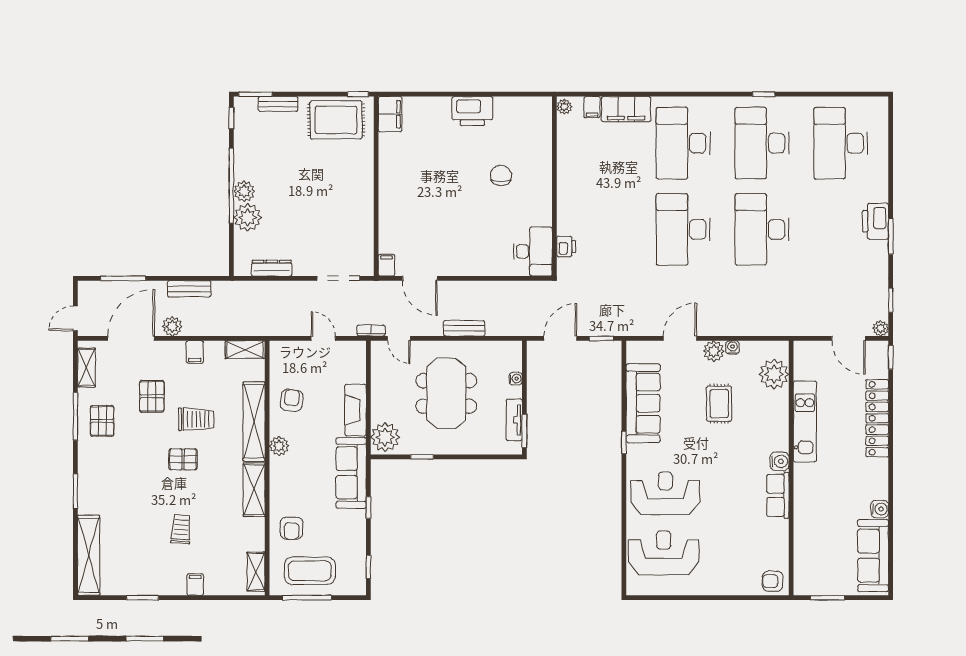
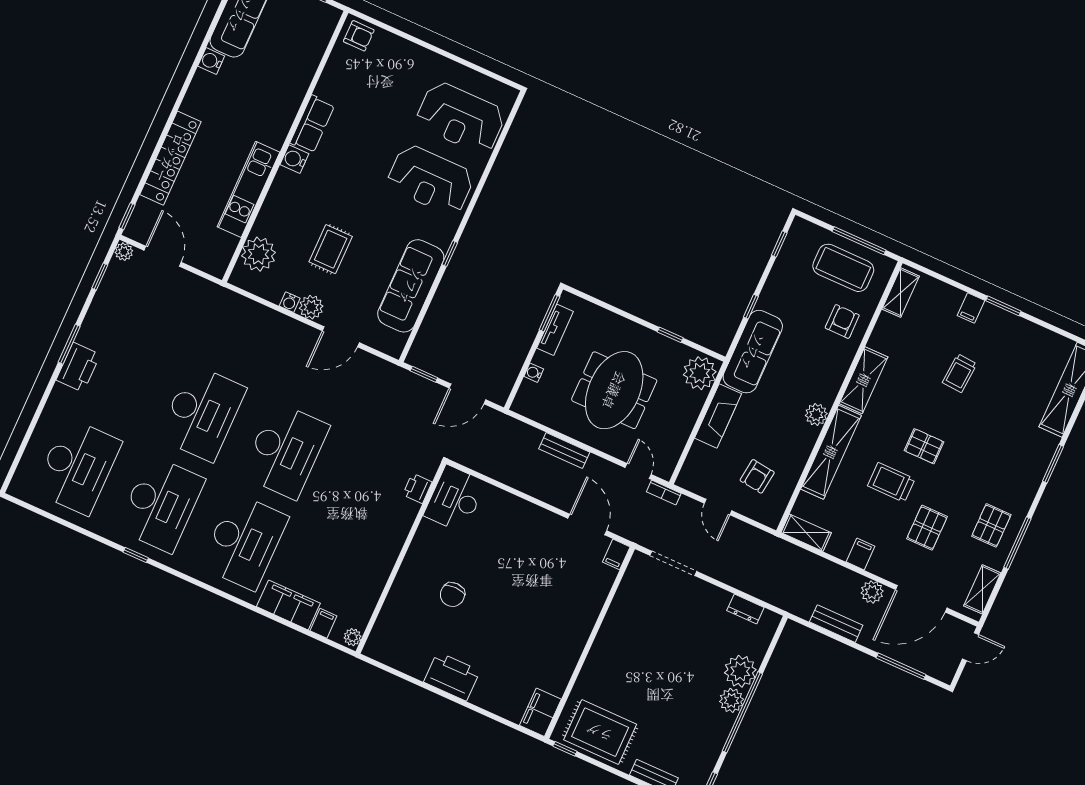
dresser: (272, 268) -> (745, 609), width x0.70
armchair: (292, 400) -> (757, 476), moved
window: (142, 598) -> (1003, 306), moved

